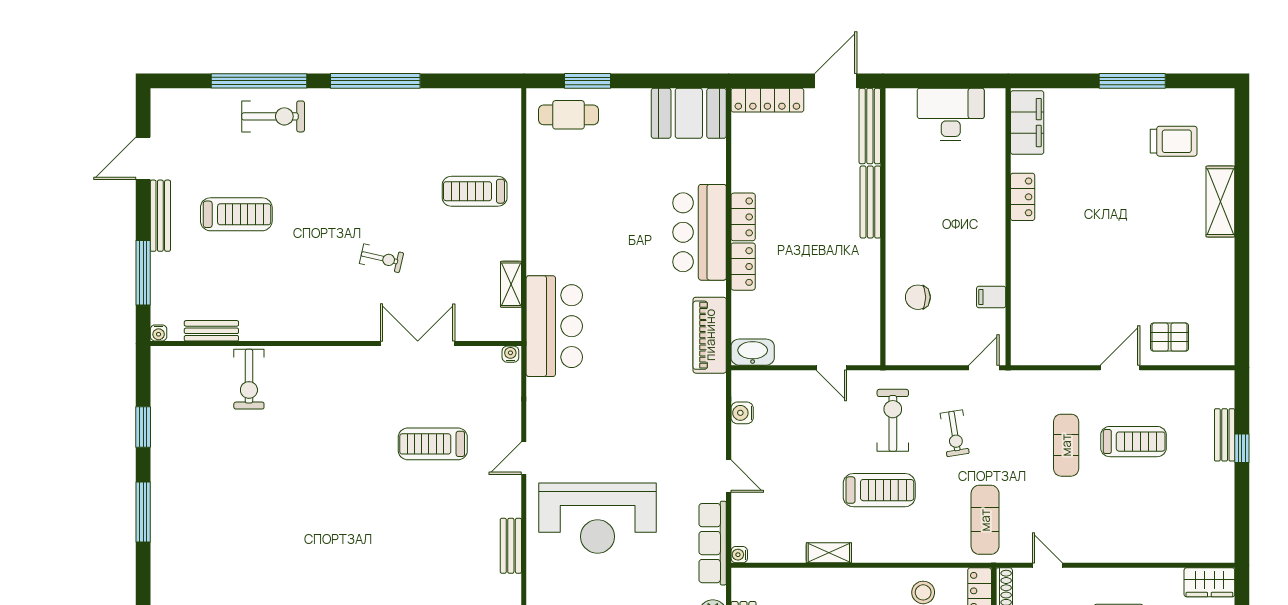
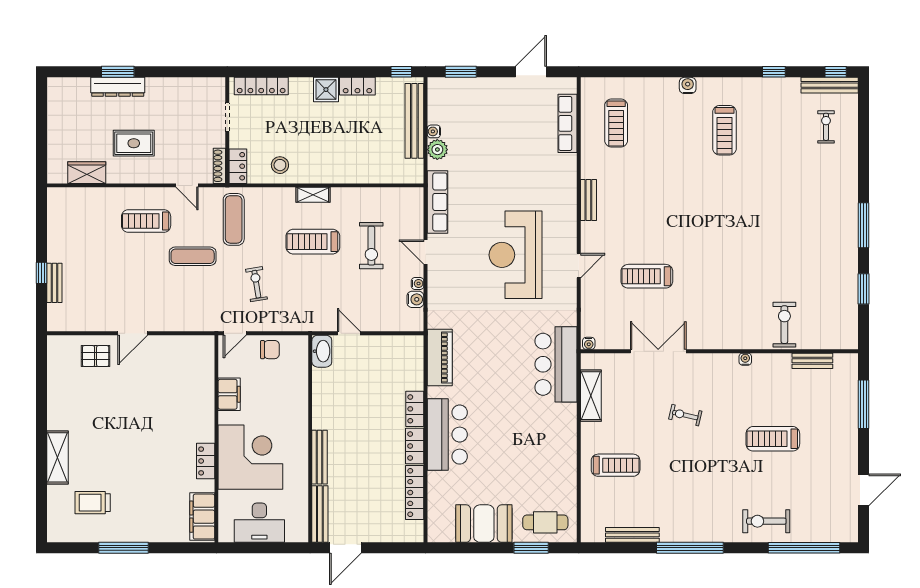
window: (259, 81) -> (804, 548), moved
locker: (767, 100) -> (415, 493), moved, turned -90
booth: (689, 113) -> (484, 524), moved
corner desk: (963, 202) -> (250, 457), added
treadmill: (236, 214) -> (773, 439), moved
bench: (160, 216) -> (632, 535), moved, turned 90
shelving: (511, 284) -> (591, 396), width x1.50, depth x1.33
chair: (918, 297) -> (270, 350), moved
filing cabinet: (991, 297) -> (229, 394), width x2.00
water cooler: (159, 333) -> (745, 359), moved
double door: (418, 344) -> (658, 351), swing flipped
washbasin: (753, 352) -> (322, 351), moved, turned -90
exercise bike: (893, 420) -> (371, 246), moved
treadmill: (1133, 442) -> (146, 221), moved
treadmill: (433, 444) -> (647, 276), turned 180
exercise mat: (1066, 445) -> (193, 256), moved, turned 90
reception desk: (598, 518) -> (516, 255), moved, turned -90
shelving: (829, 553) -> (313, 195), moved
water cooler: (739, 555) -> (418, 284), moved
wardrobe: (1209, 582) -> (87, 173), moved

